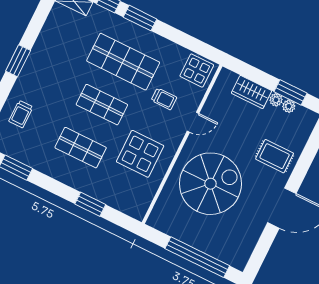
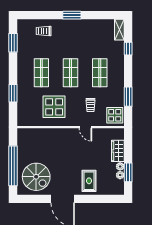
window: (140, 18) -> (128, 97), moved
shop shelf: (123, 62) -> (100, 73), width x0.70, depth x0.74
spiral stairs: (210, 184) -> (36, 177), moved, width x0.73, depth x0.73

